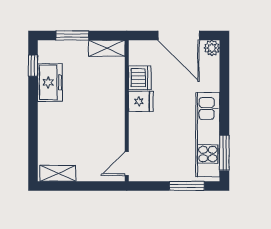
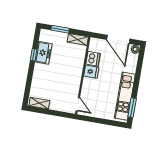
window: (33, 66) -> (34, 55), moved
door: (127, 163) -> (78, 104), swing flipped
window: (187, 186) -> (108, 122), removed

